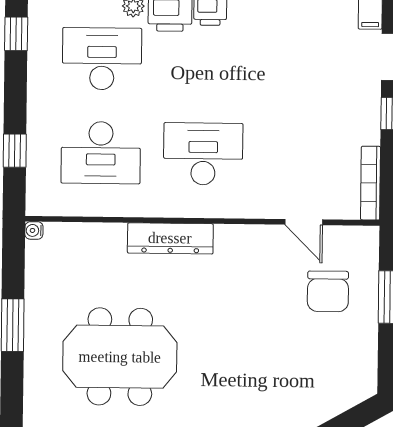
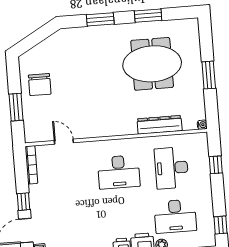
desk: (101, 153) -> (171, 168), turned -90
dresser: (170, 238) -> (160, 125), moved
chair: (328, 291) -> (40, 85), moved, turned 180

